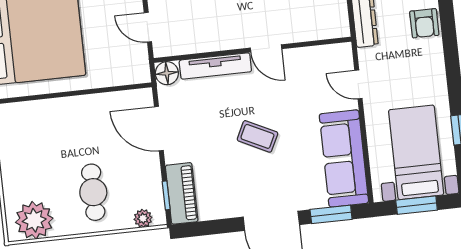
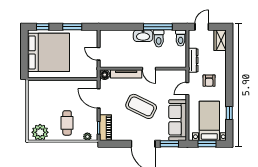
armchair: (424, 23) -> (209, 81), moved
door: (358, 84) -> (187, 89), hinge flipped
coffee table: (257, 136) -> (141, 106), width x1.86, depth x1.72

